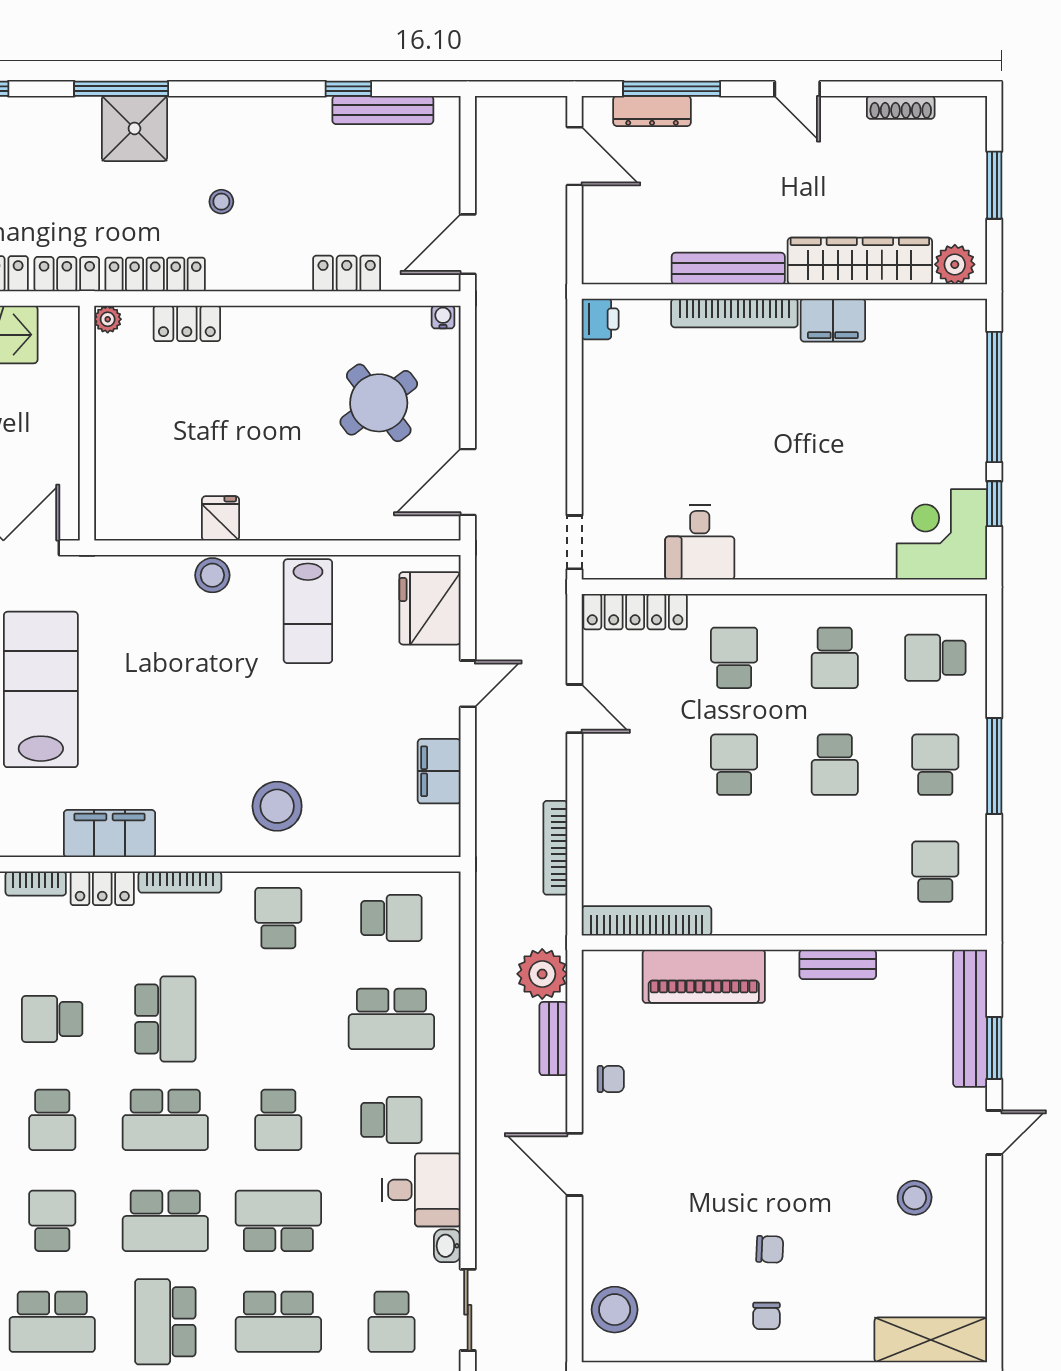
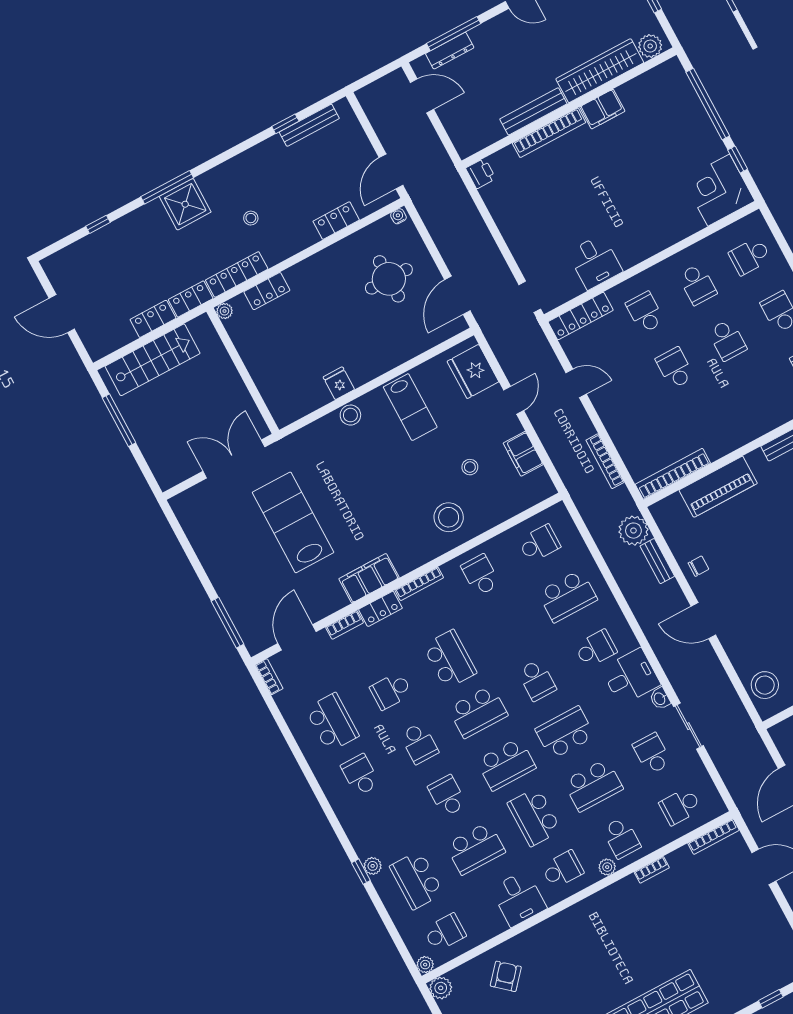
round table: (379, 403) -> (389, 279), turned 37
stool: (349, 748) -> (470, 467), added
school desk: (391, 1322) -> (652, 754), turned 180

